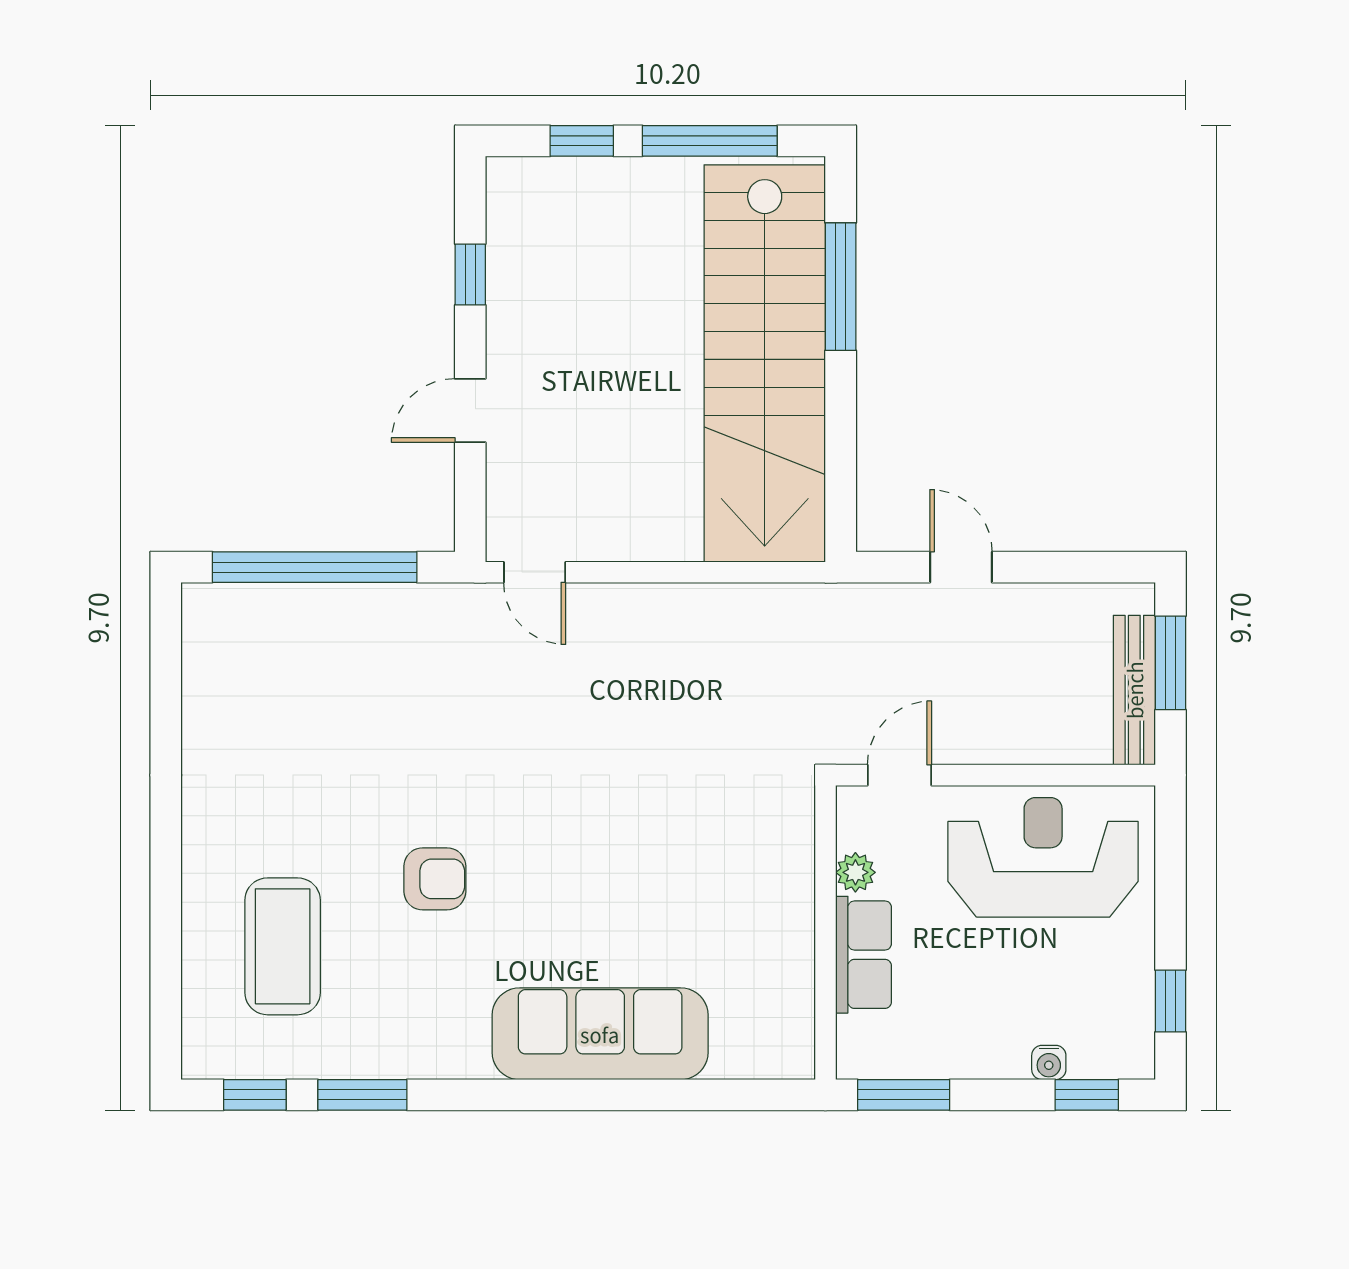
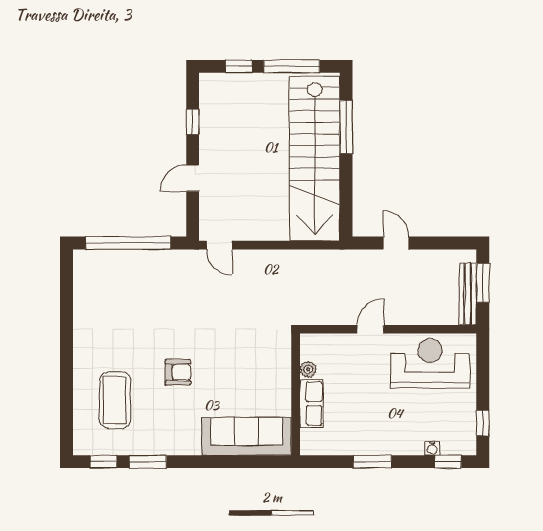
plant: (855, 872) -> (308, 369), moved
wall: (825, 932) -> (296, 394), moved
row of seats: (864, 955) -> (311, 404), moved

